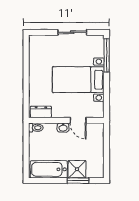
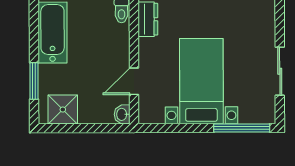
washbasin: (63, 127) -> (122, 114), moved
shower: (77, 169) -> (63, 110), moved

